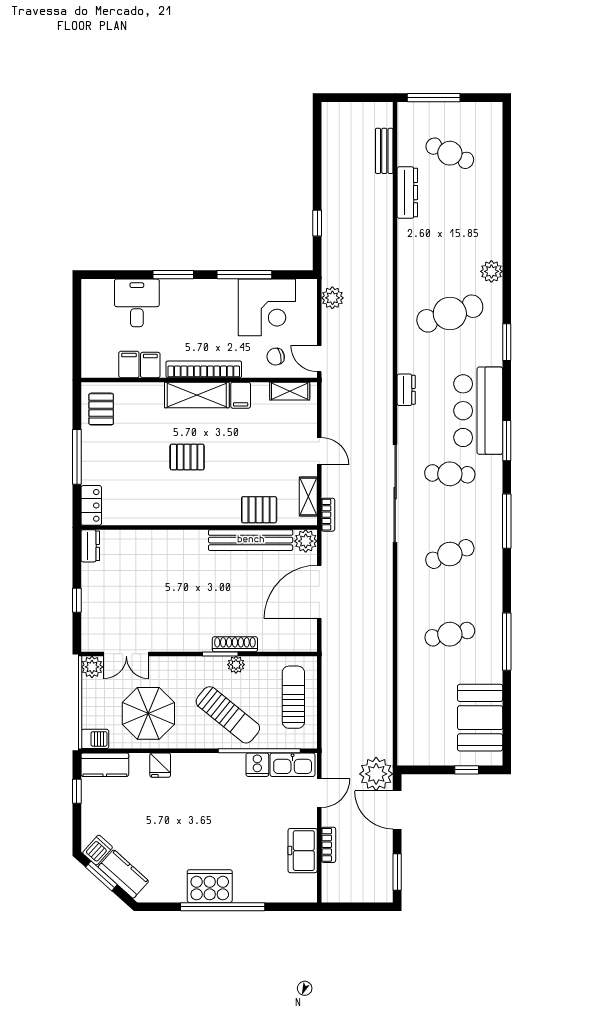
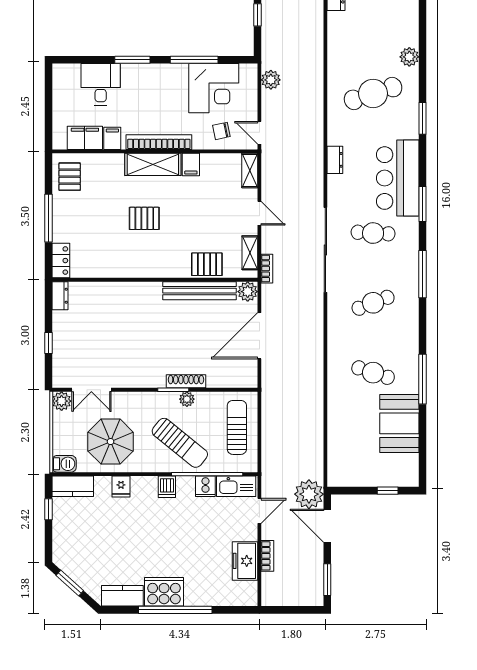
filing cabinet: (129, 365) -> (85, 138), width x2.00
shelving: (290, 391) -> (250, 171), moved, turned 90
cafe table: (450, 634) -> (373, 373), turned 30
booth: (480, 718) -> (399, 423), moved
dishwasher: (98, 850) -> (167, 487), moved, turned 138
kitchen counter: (123, 874) -> (122, 596), moved, turned -42

